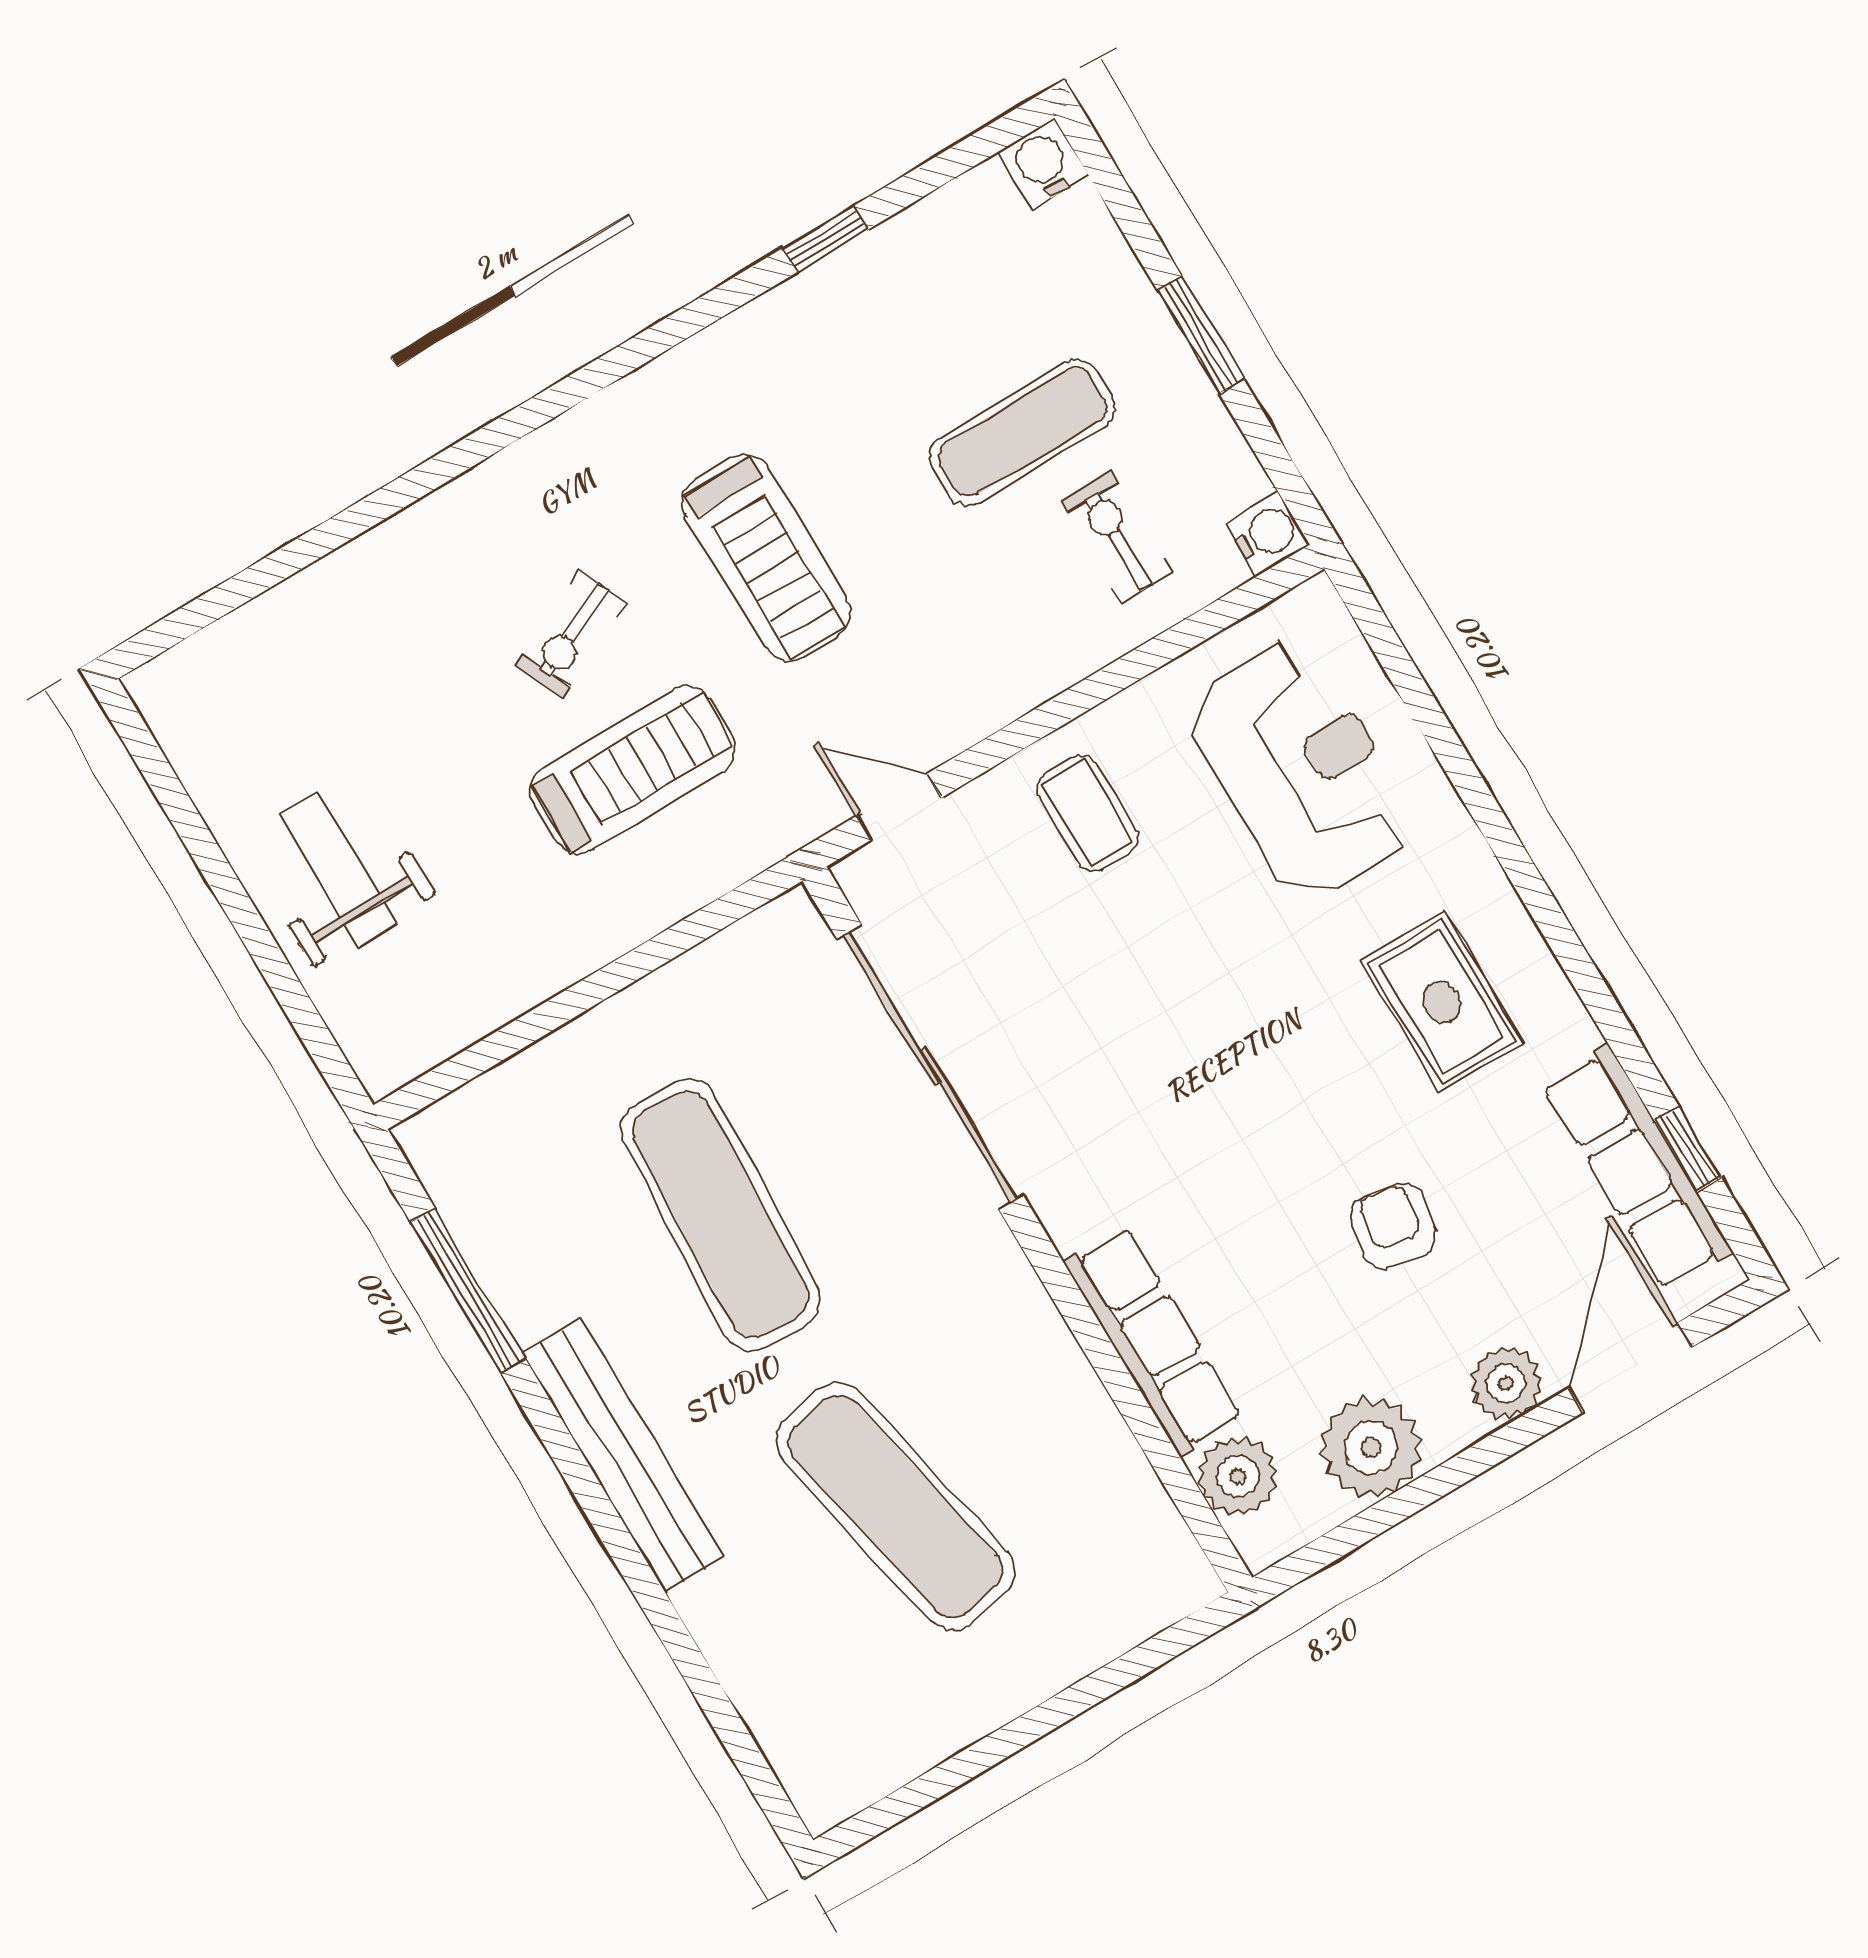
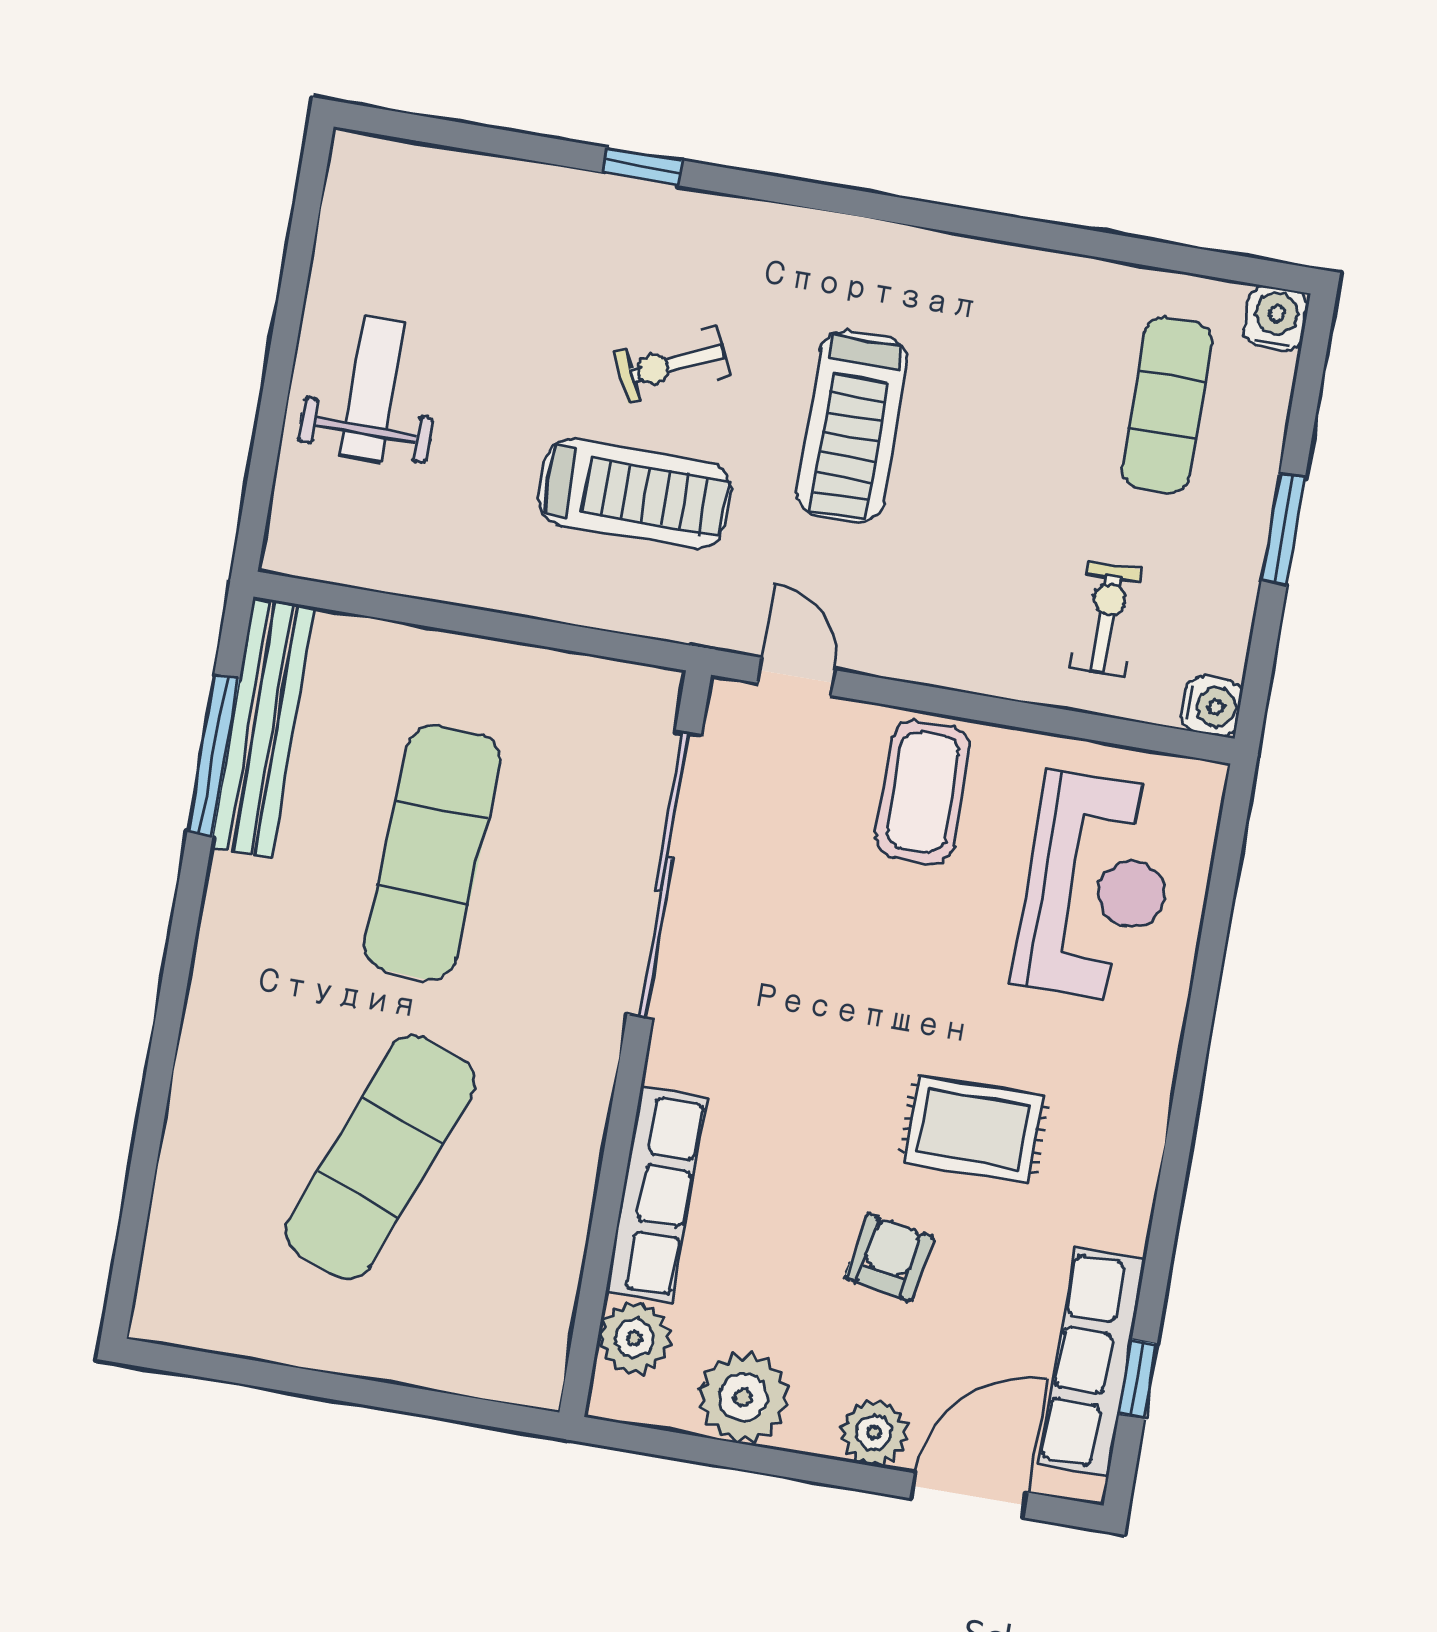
window: (826, 239) -> (643, 167), moved
exercise mat: (1022, 432) -> (1167, 405), moved, turned 90
coffee table: (1088, 813) -> (923, 792), width x1.36, depth x1.30
rug: (1442, 1002) -> (973, 1129), moved, turned 90
bench: (623, 1456) -> (263, 728), moved
exercise mat: (895, 1507) -> (380, 1157), turned 33

